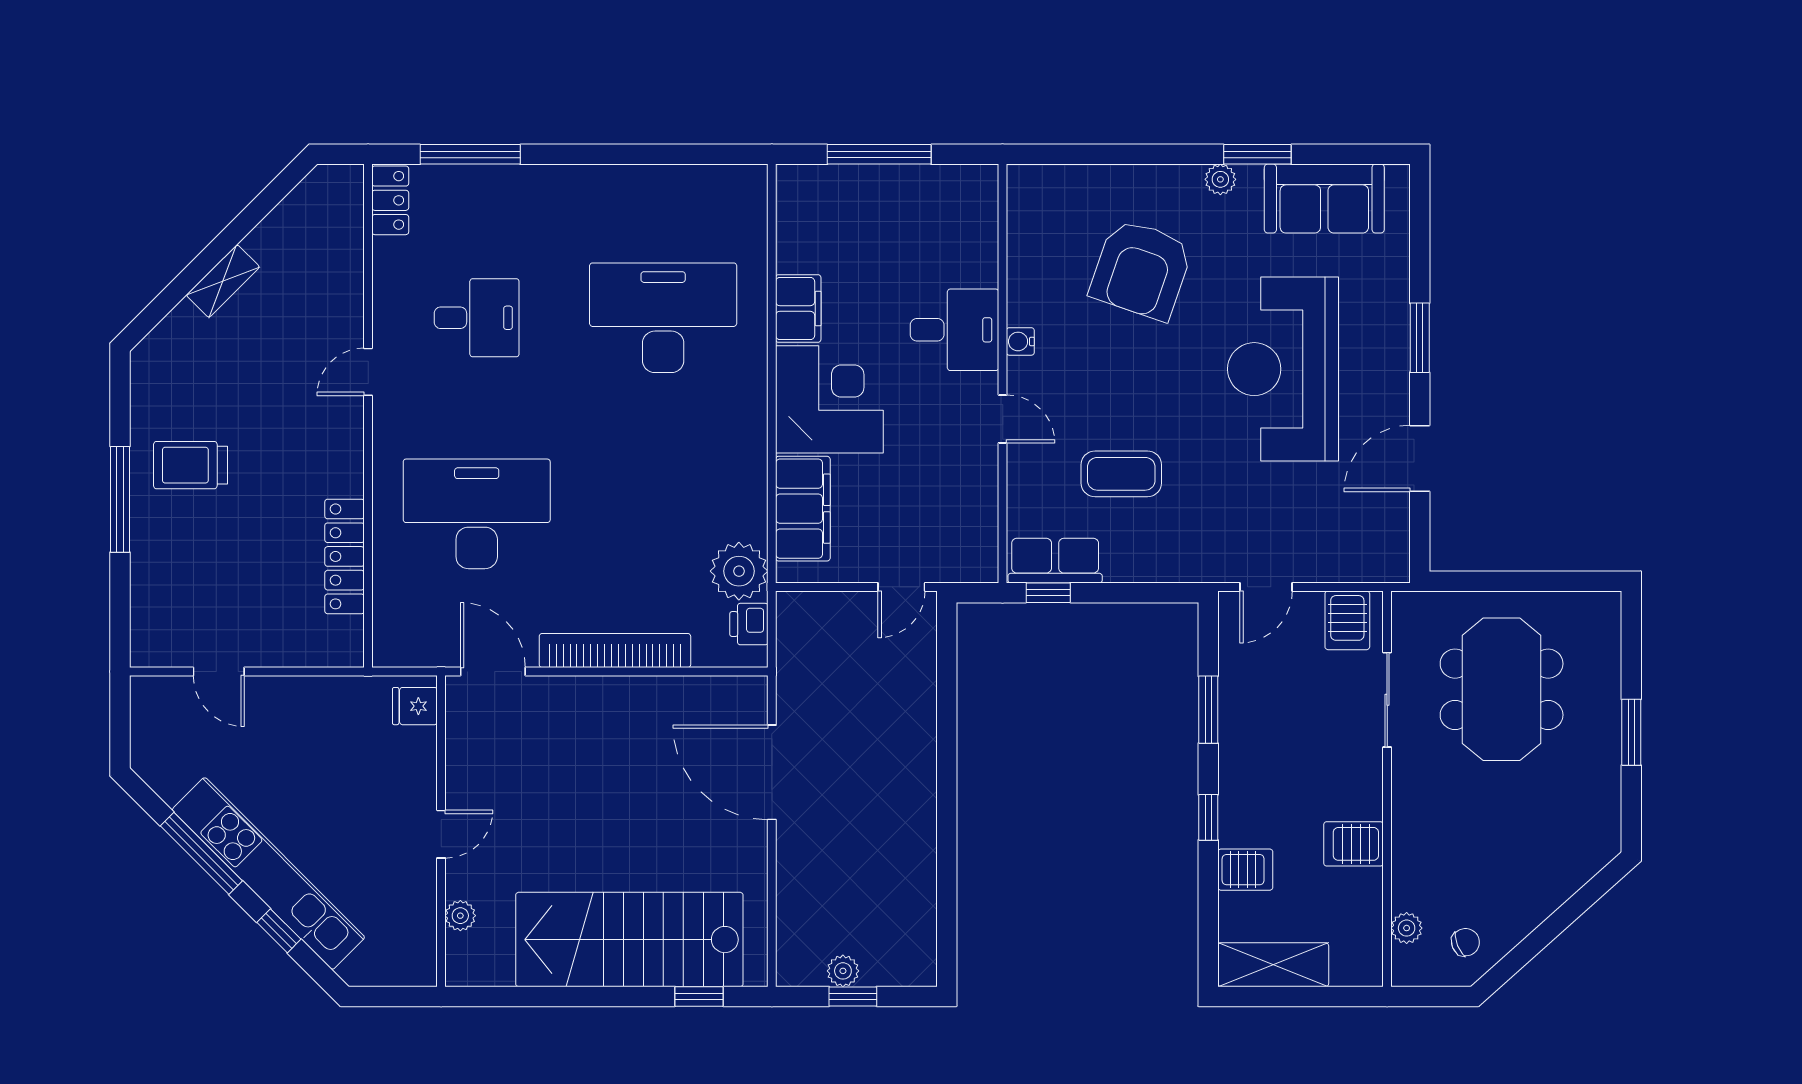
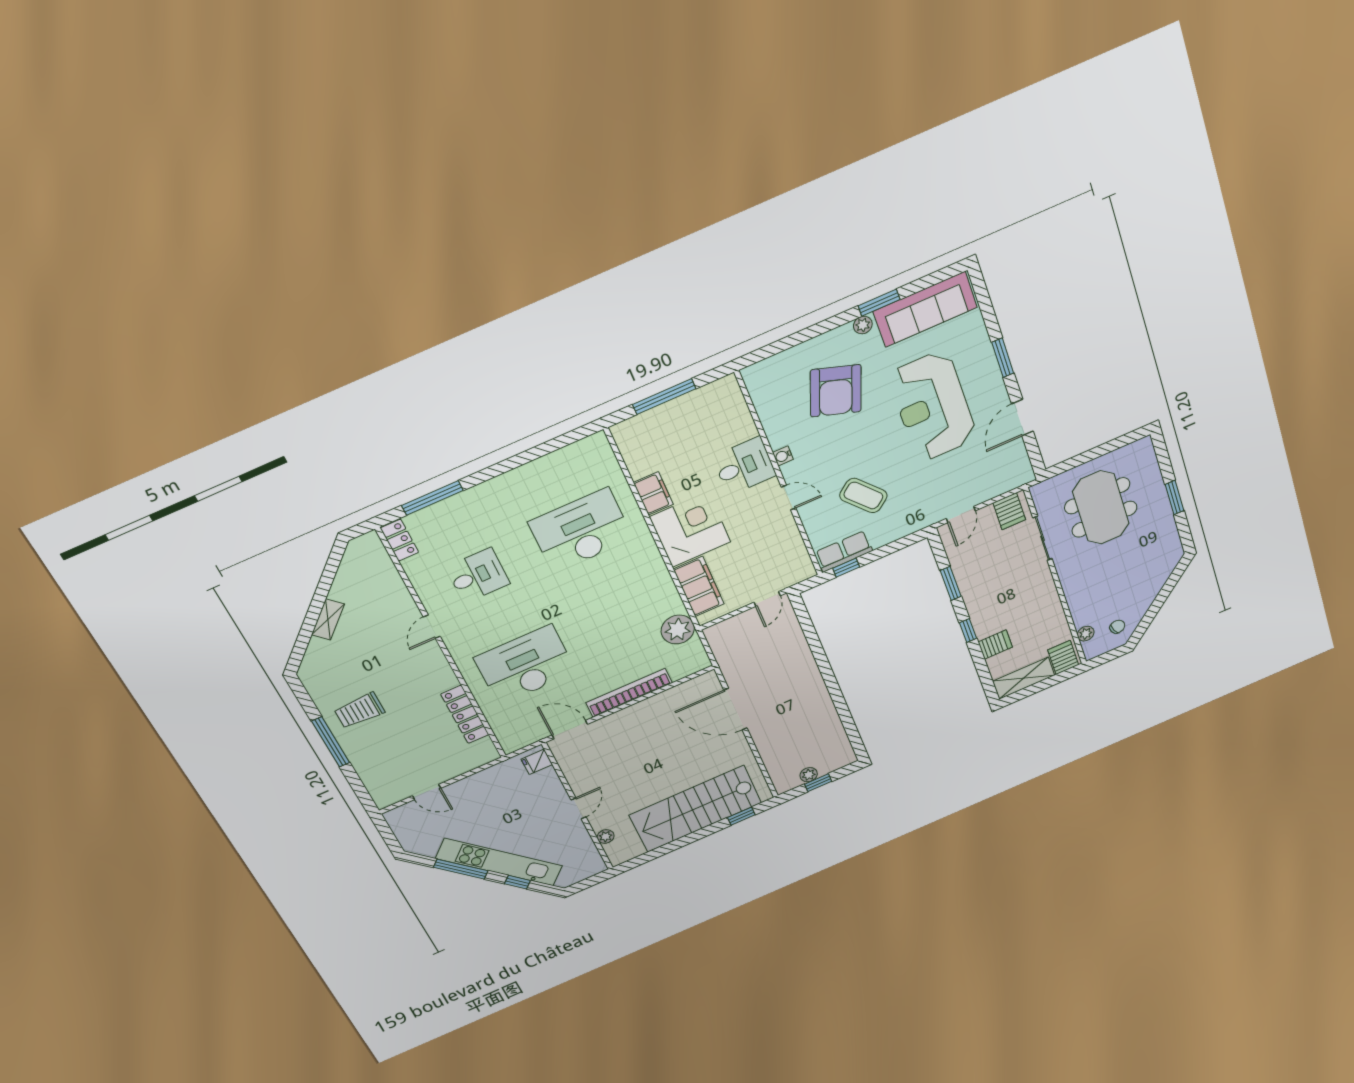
sofa: (1324, 199) -> (925, 309), width x1.36
coffee table: (1121, 474) -> (863, 496), turned 50
printer: (749, 624) -> (694, 651), removed
server rack: (1354, 844) -> (1063, 657), moved, turned 90

